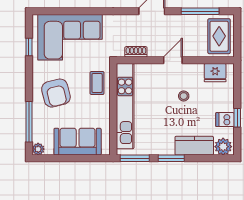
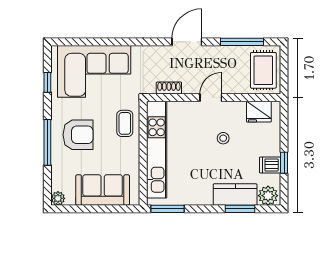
armchair: (56, 93) -> (78, 135), turned -76
window: (29, 122) -> (47, 142), moved
window: (171, 158) -> (240, 209), moved

